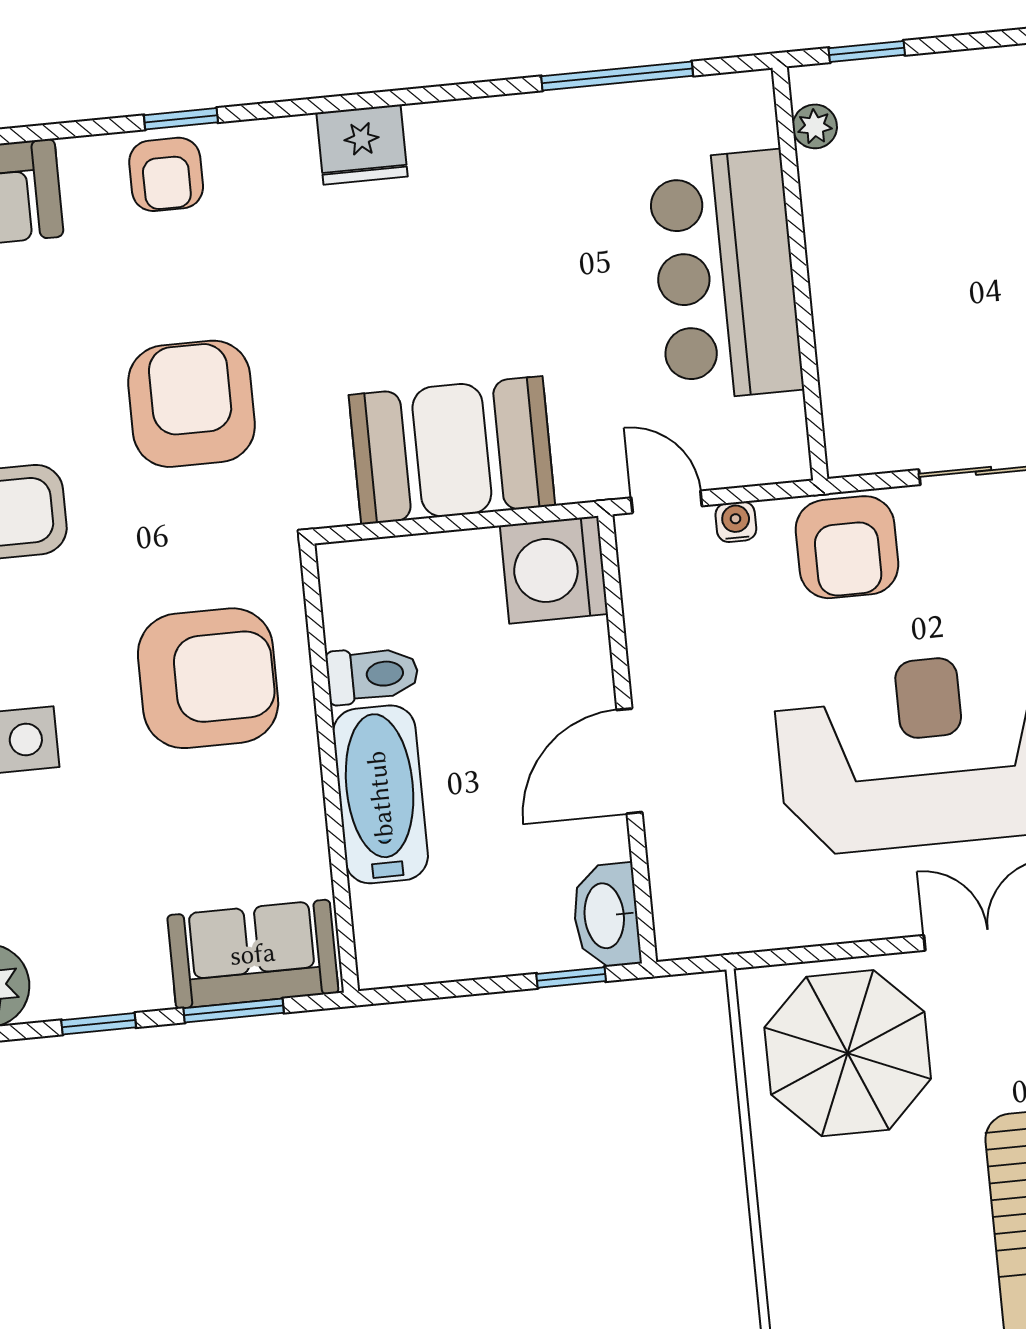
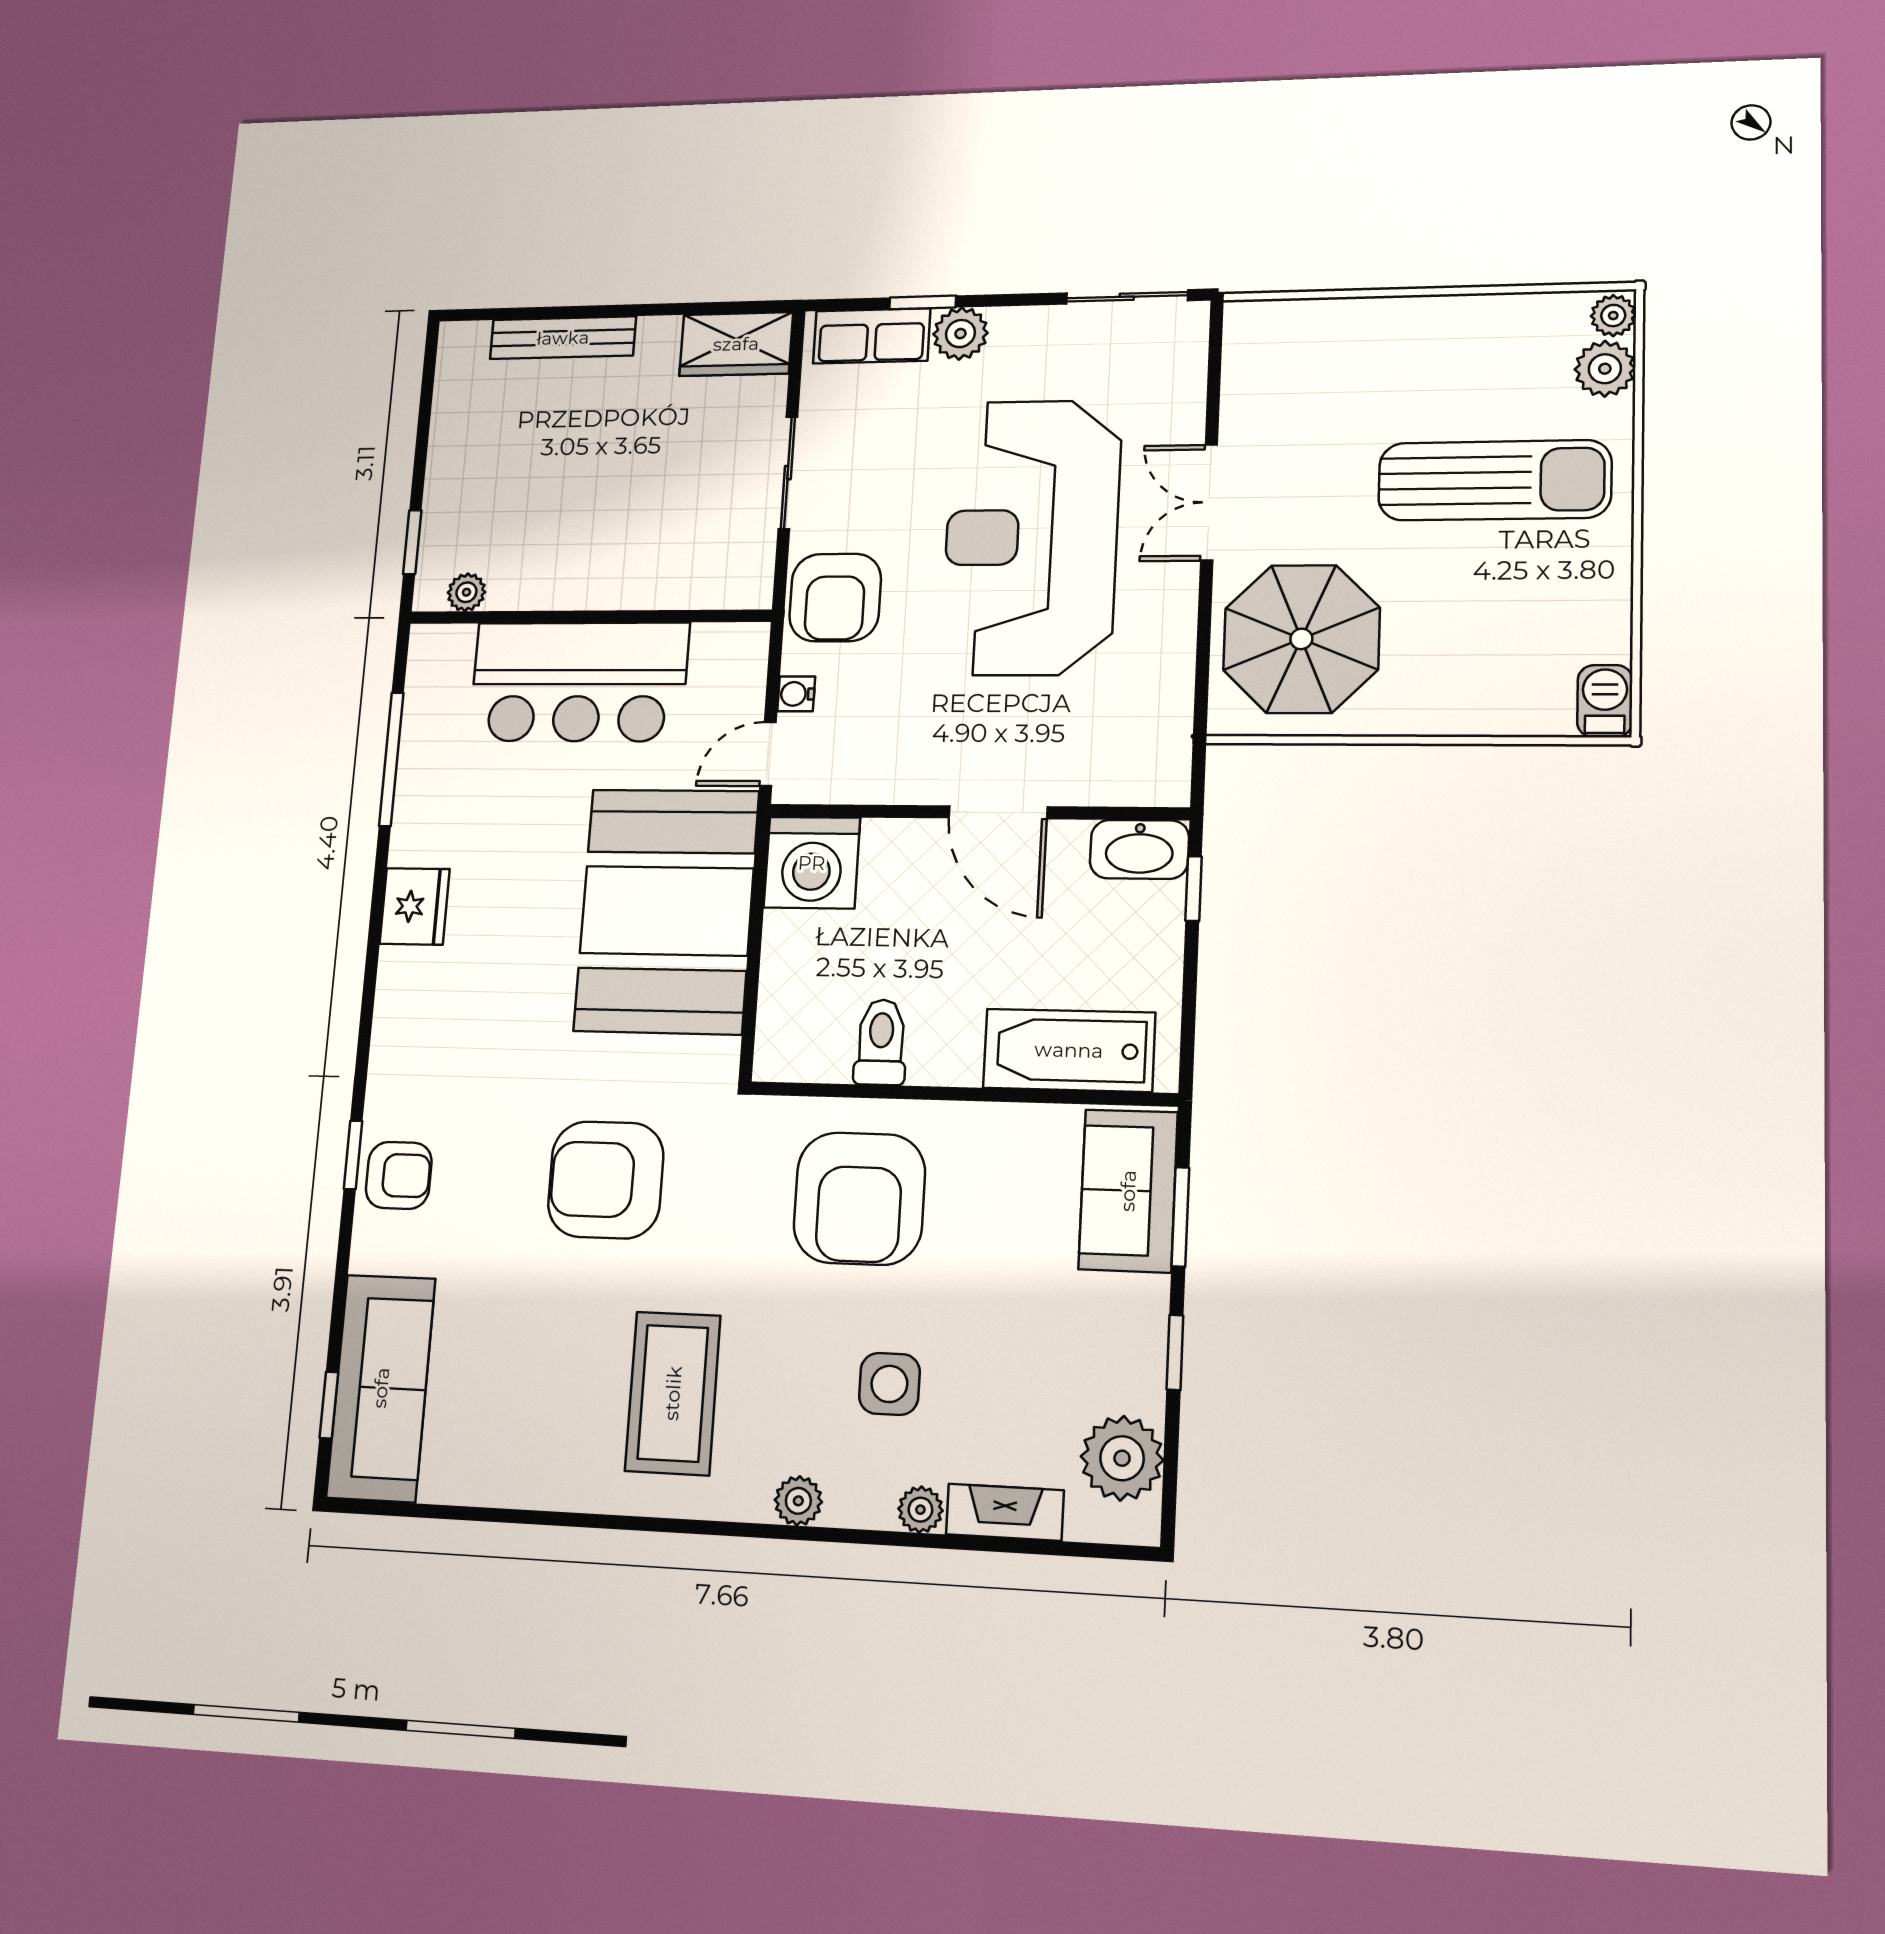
fridge: (362, 145) -> (415, 906), moved
booth: (452, 450) -> (667, 911), width x1.36, depth x1.42
armchair: (847, 547) -> (835, 597), turned 90
armchair: (208, 678) -> (859, 1199), turned 180
bathtub: (380, 794) -> (1069, 1050), moved

